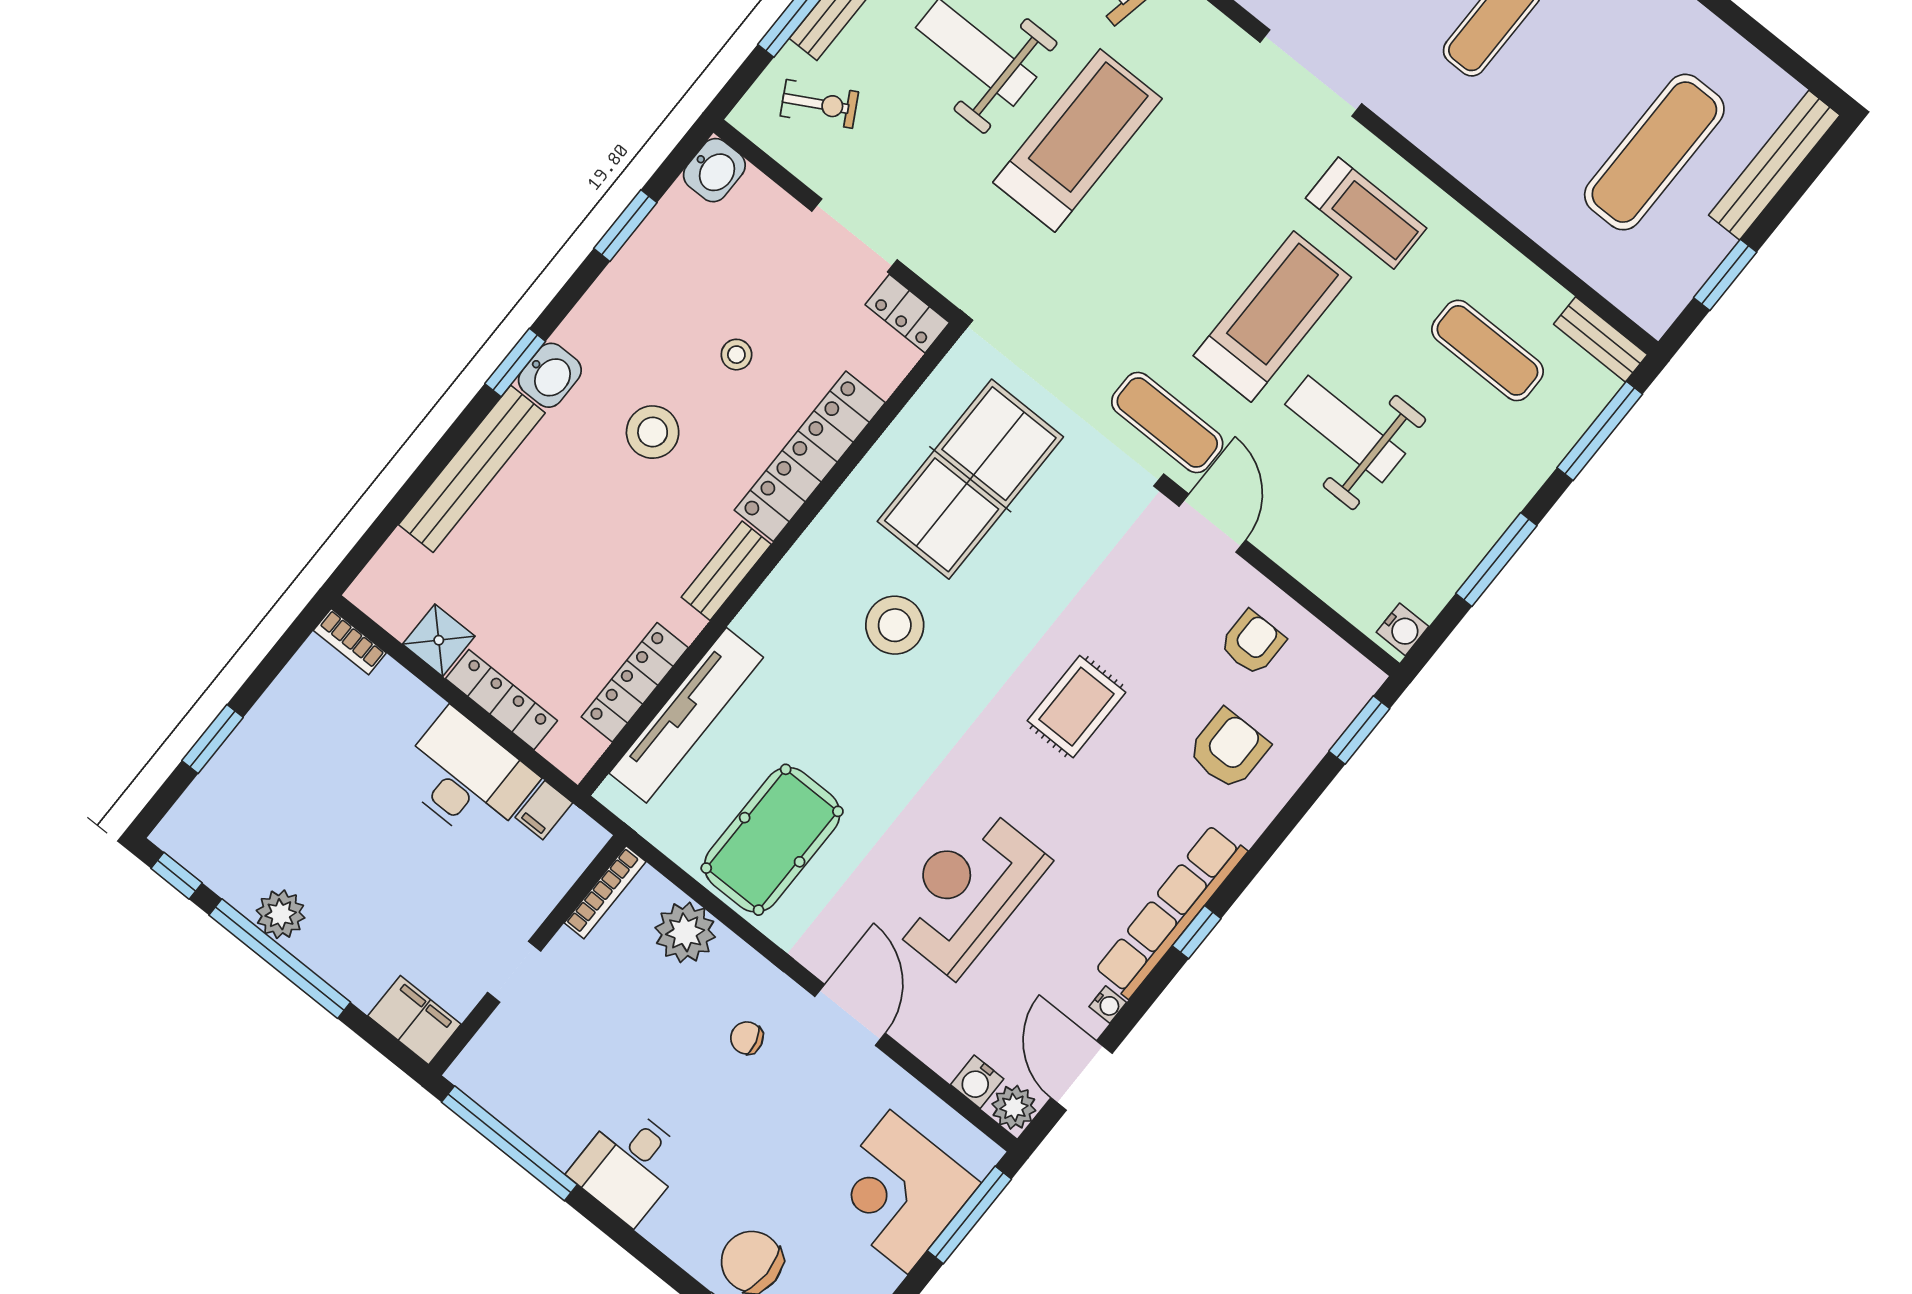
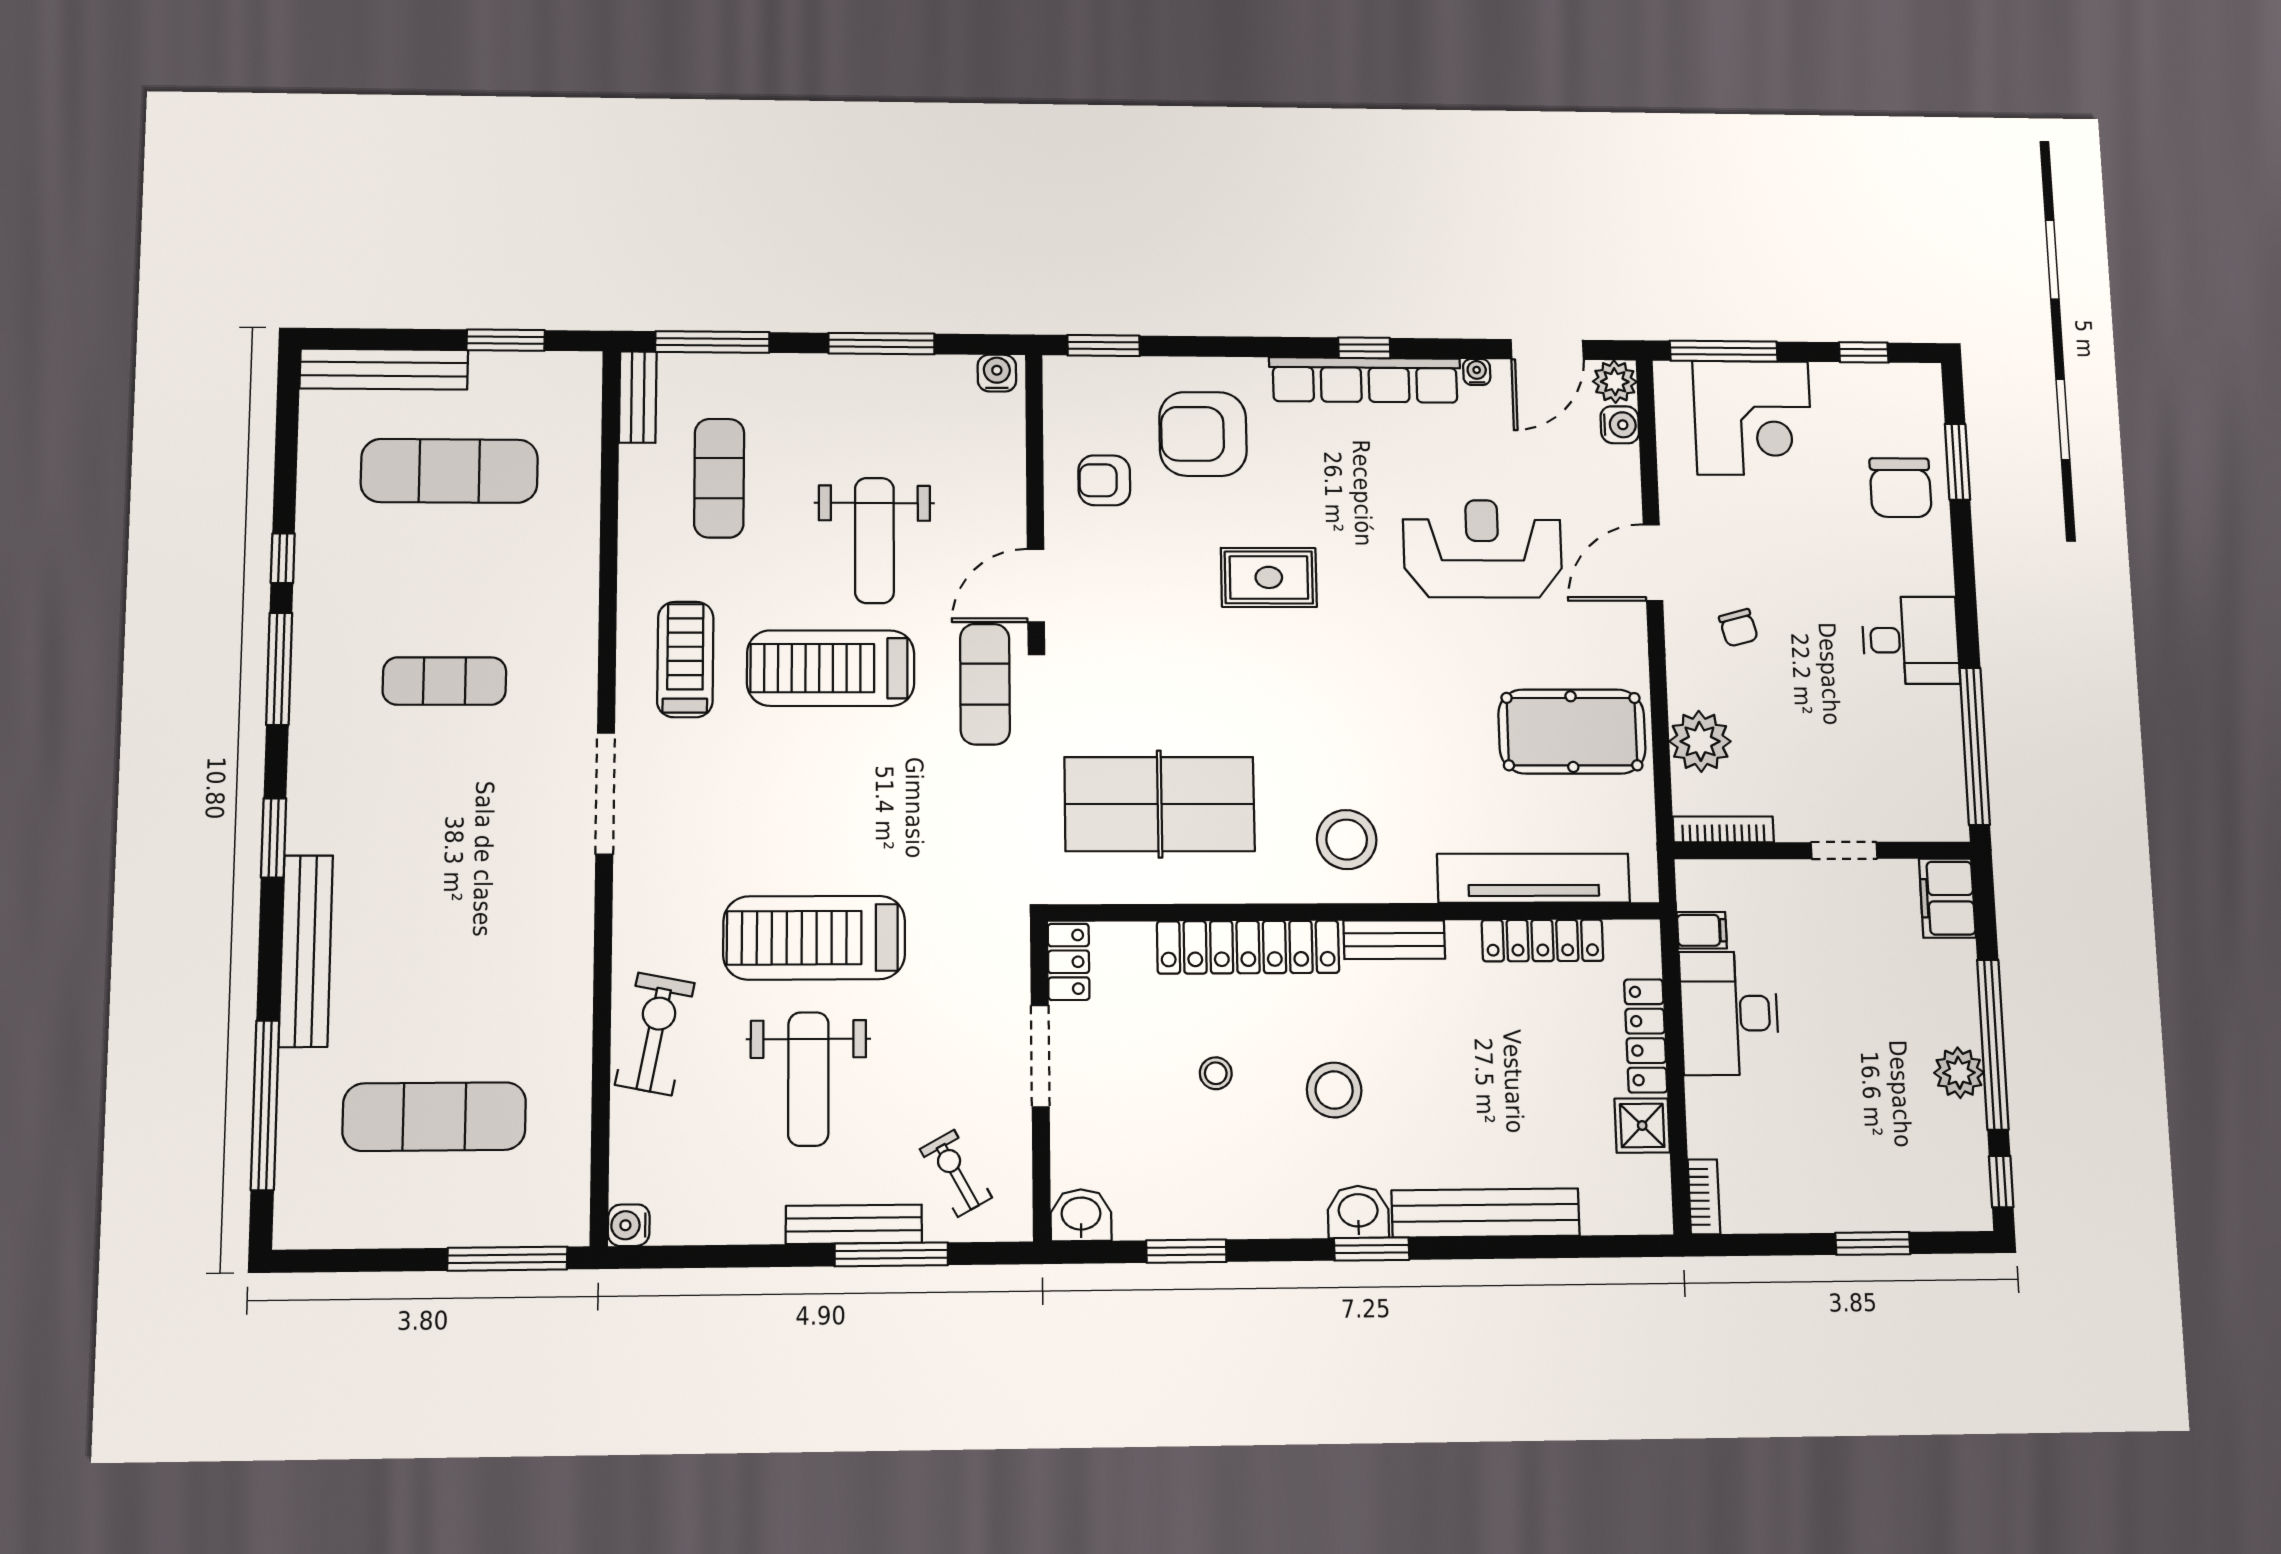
stool: (895, 625) -> (1347, 840), moved
armchair: (1228, 749) -> (1203, 434), width x1.36, depth x1.36
reception desk: (967, 891) -> (1483, 549), turned 180

